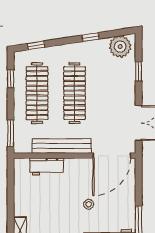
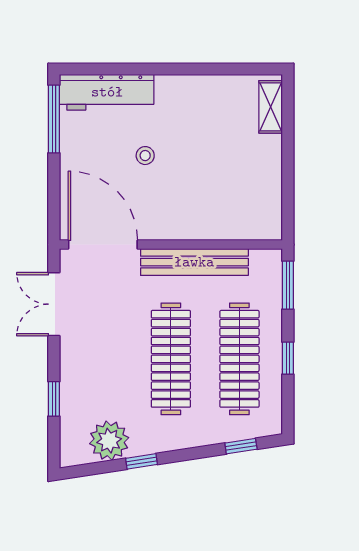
plant: (120, 47) -> (109, 441), moved
window: (11, 79) -> (288, 358), moved
door: (112, 156) -> (103, 245), hinge flipped
workbench: (47, 166) -> (222, 225), removed

